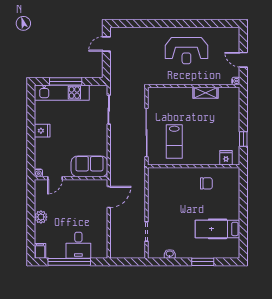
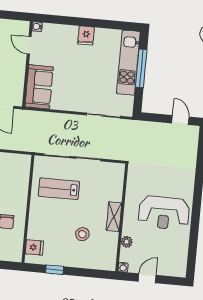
reception desk: (186, 51) -> (164, 213), turned -90
plant: (214, 80) -> (127, 242), added
shelving: (206, 93) -> (114, 217), moved
stool: (211, 118) -> (82, 234), added

